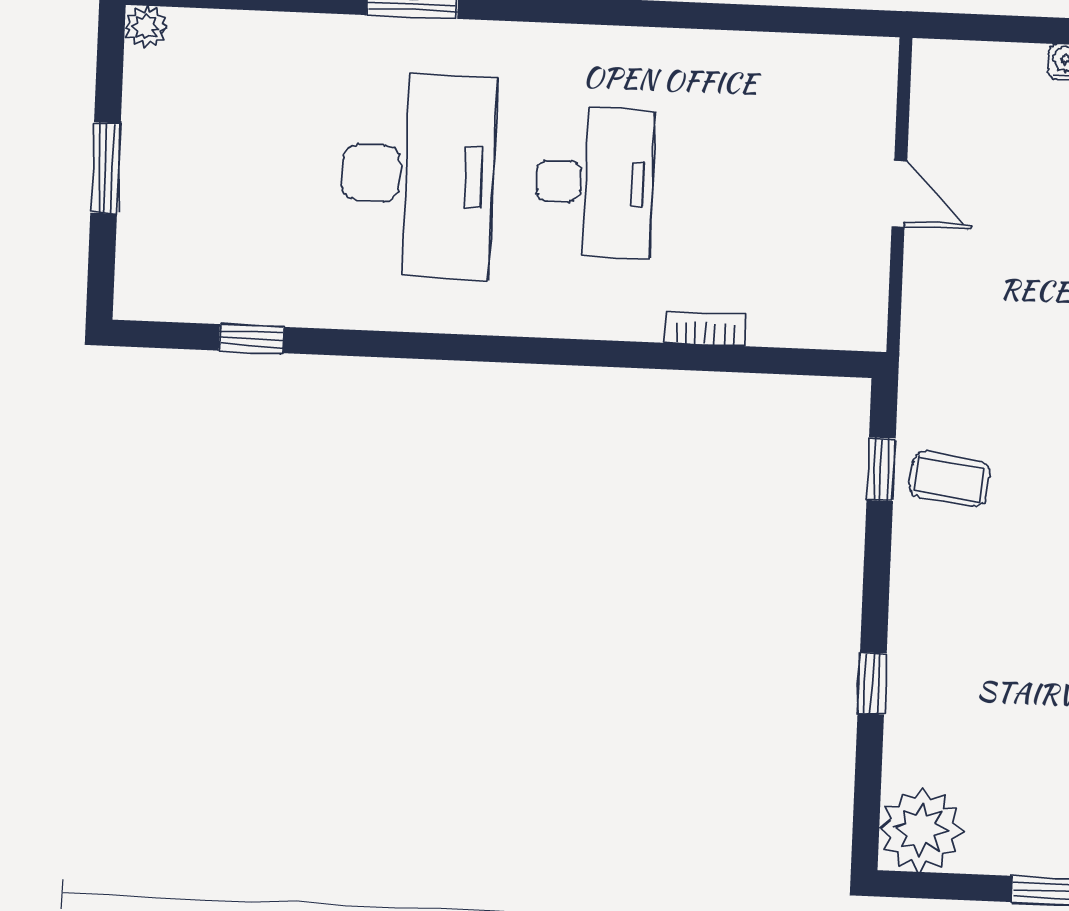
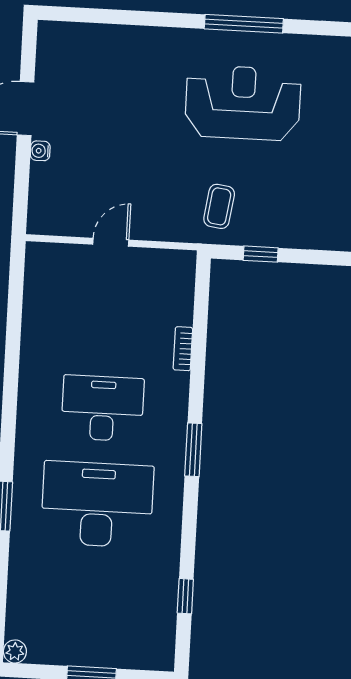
window: (520, 350) -> (193, 450), added
coffee table: (950, 479) -> (219, 206), moved

